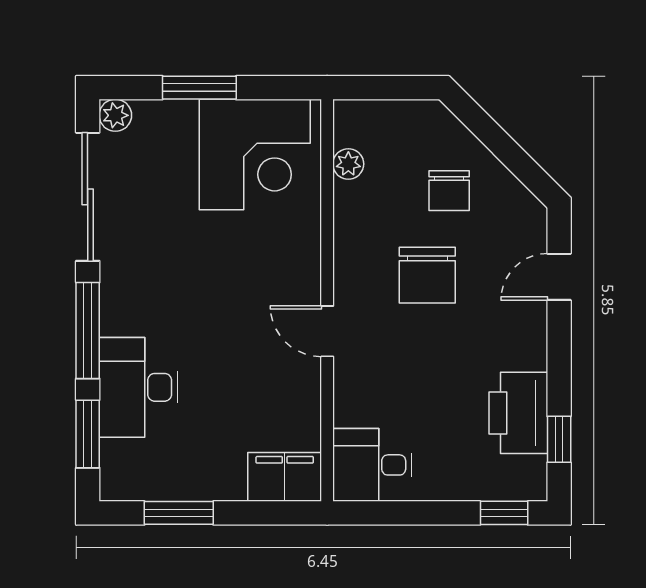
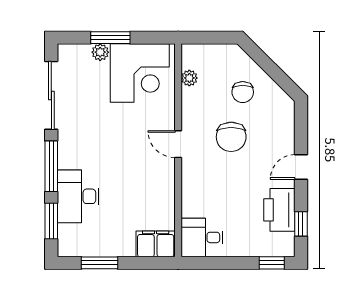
plant: (115, 115) -> (100, 52), moved
door: (559, 277) -> (301, 167), moved
door: (327, 331) -> (178, 144), moved

